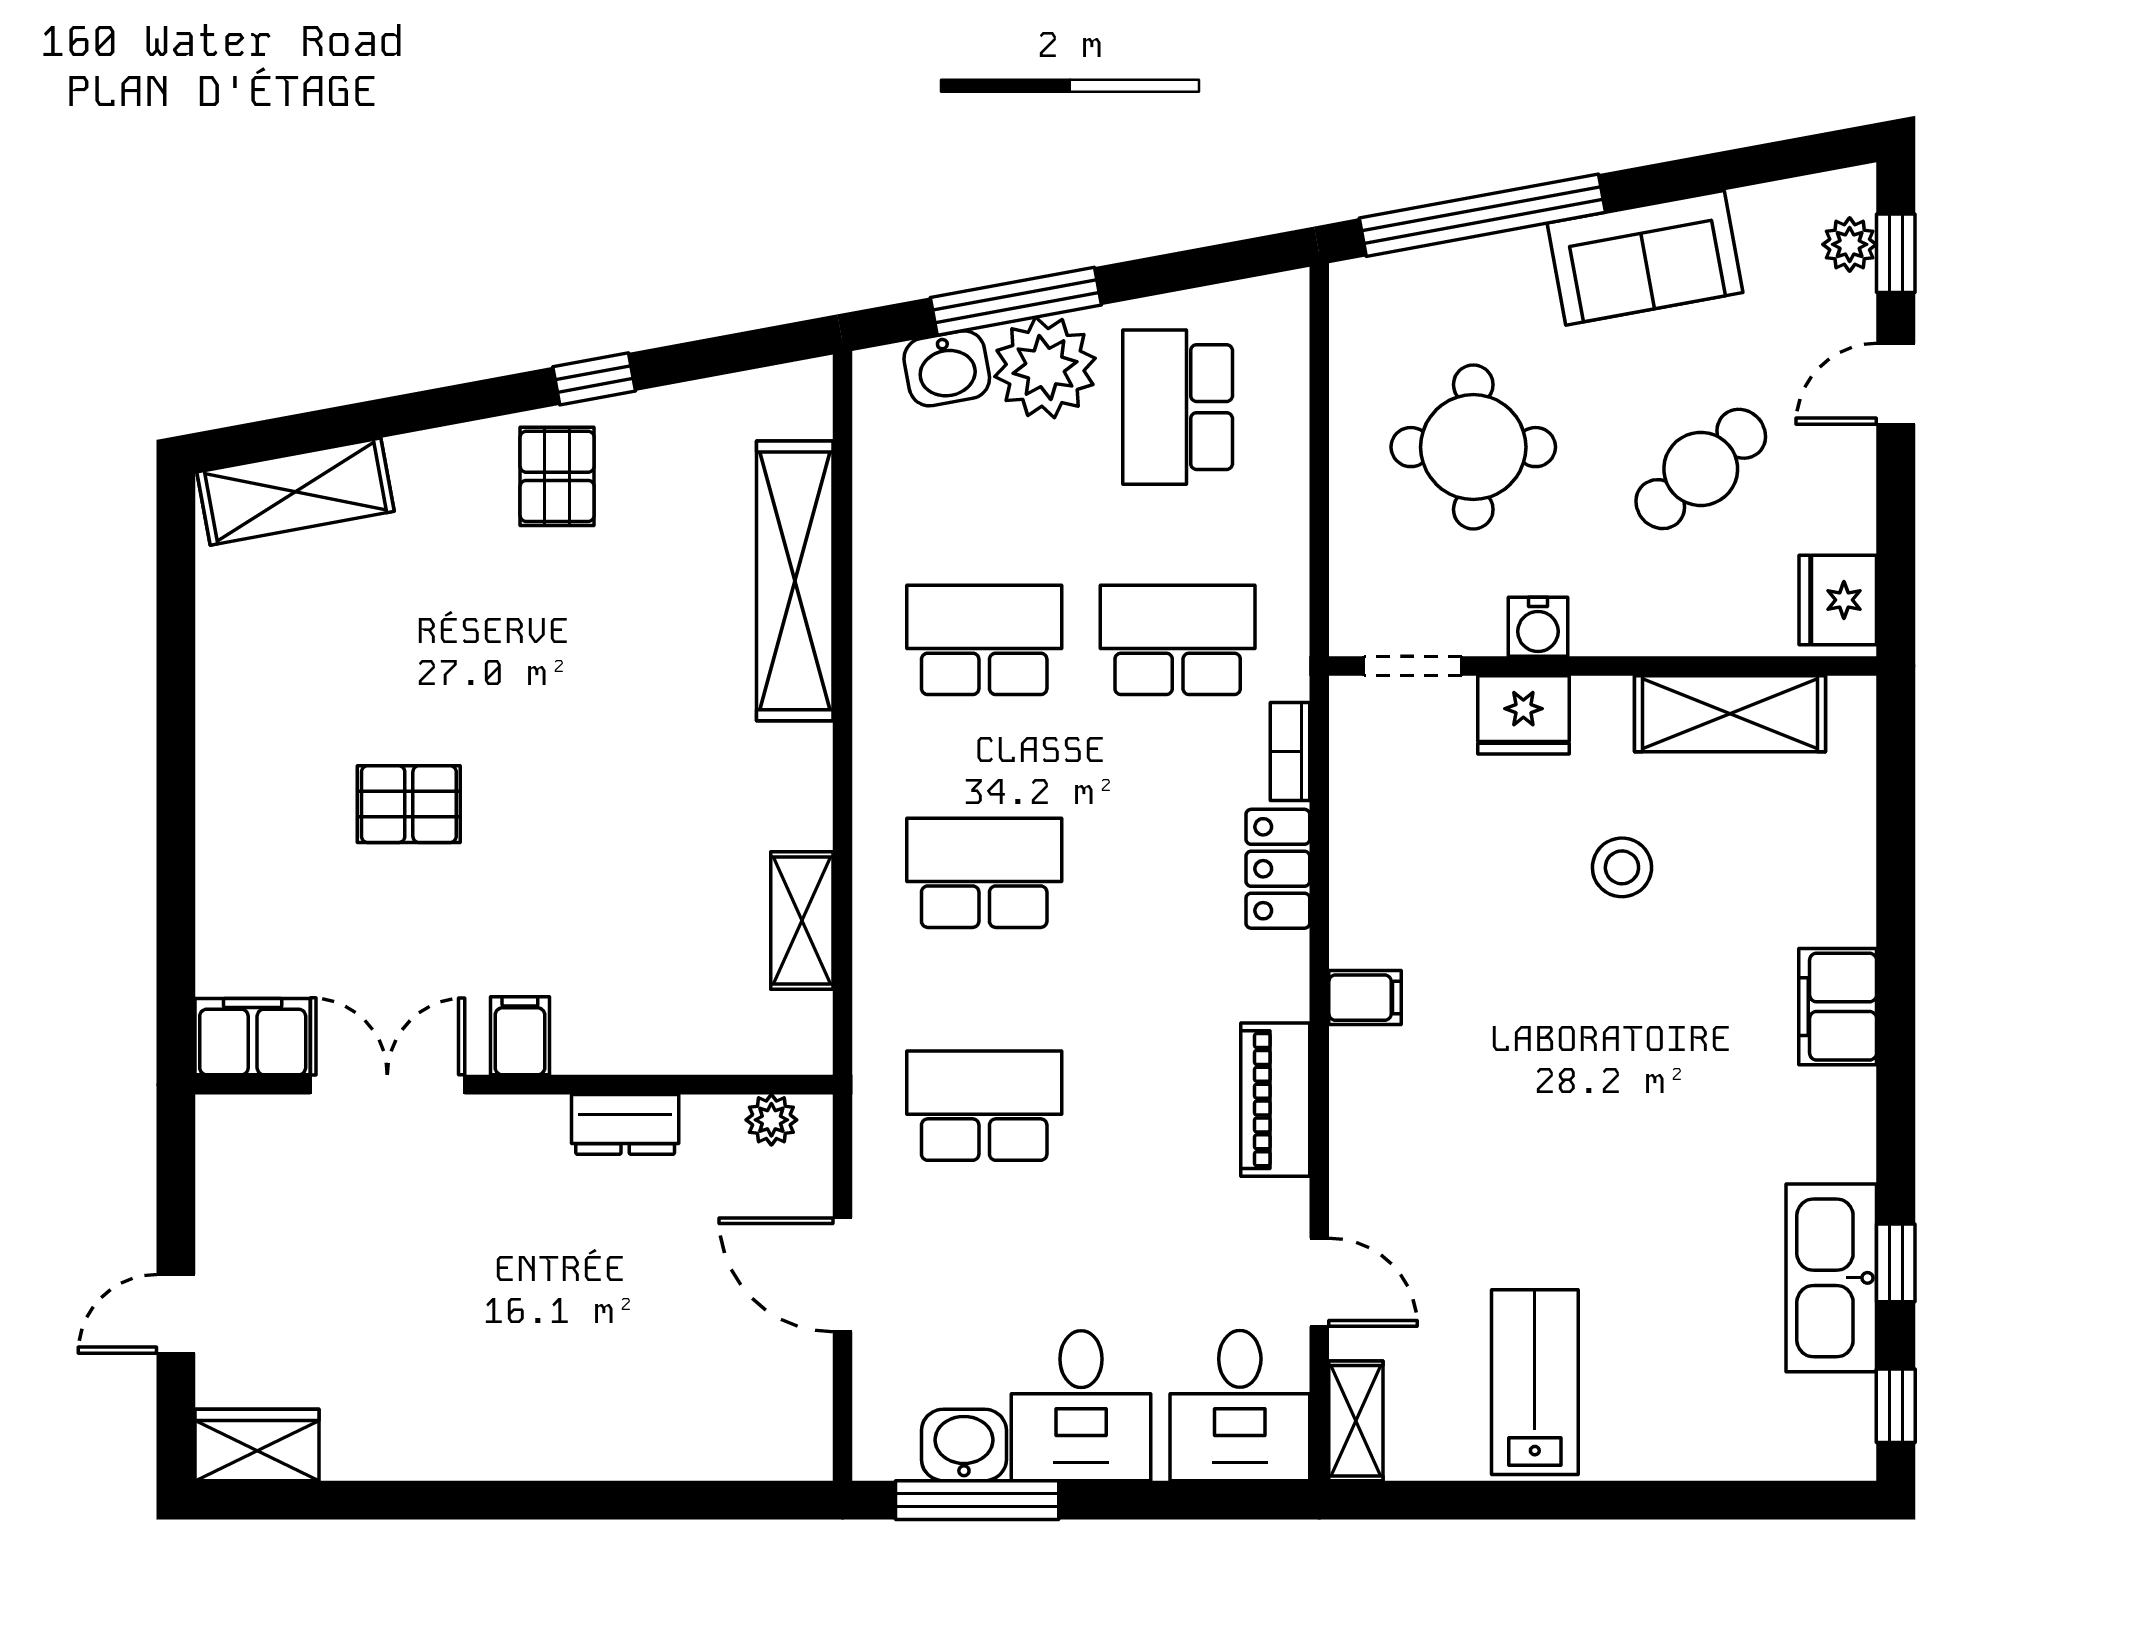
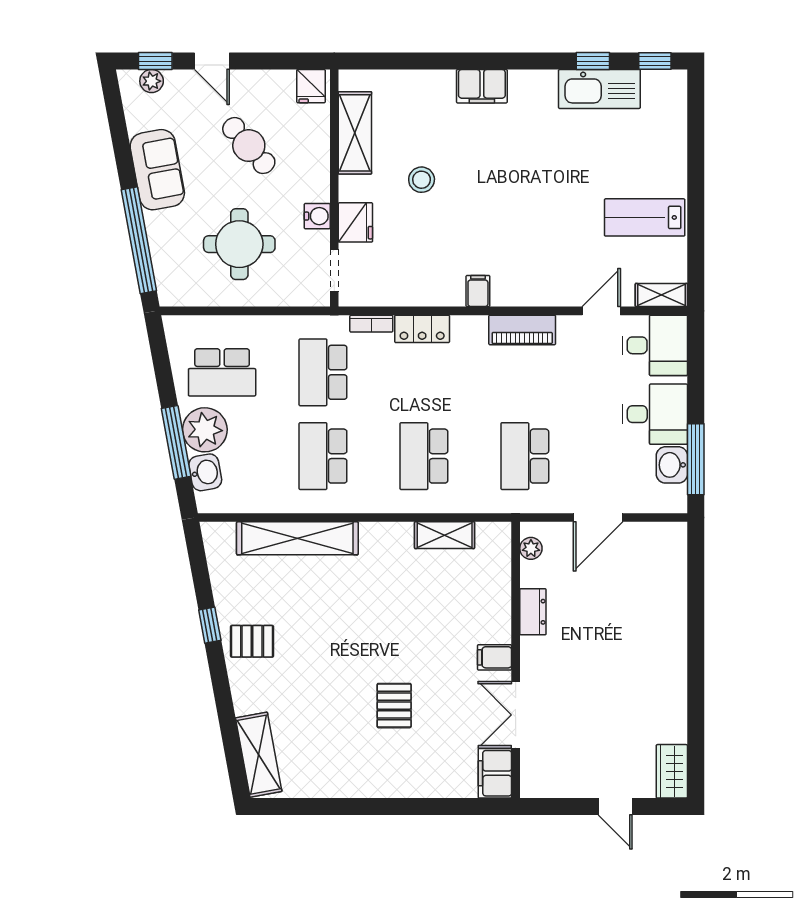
fridge: (1838, 600) -> (311, 86), width x0.72

